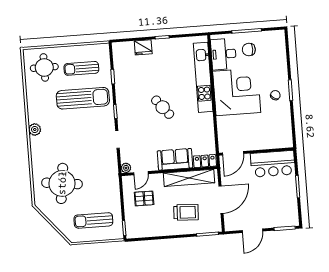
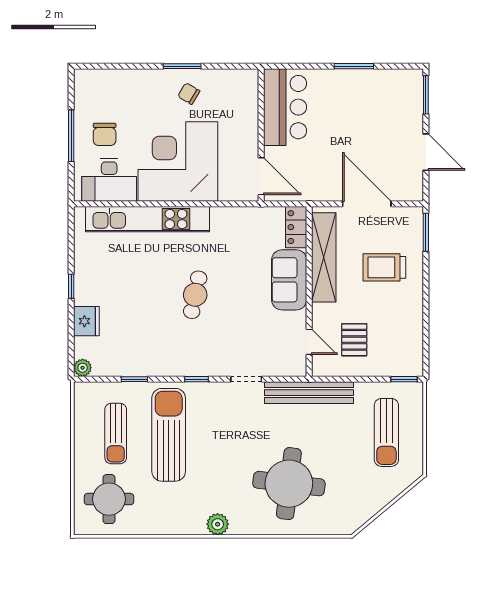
cafe table: (163, 107) -> (195, 295), turned -39
wall: (256, 152) -> (261, 135), moved
door: (233, 153) -> (261, 176), moved
bar counter: (273, 164) -> (285, 107), moved
plant: (126, 168) -> (83, 368), moved
bench: (112, 175) -> (309, 393), added
round table: (62, 183) -> (289, 484), moved
trolley: (186, 212) -> (384, 267), turned -93

